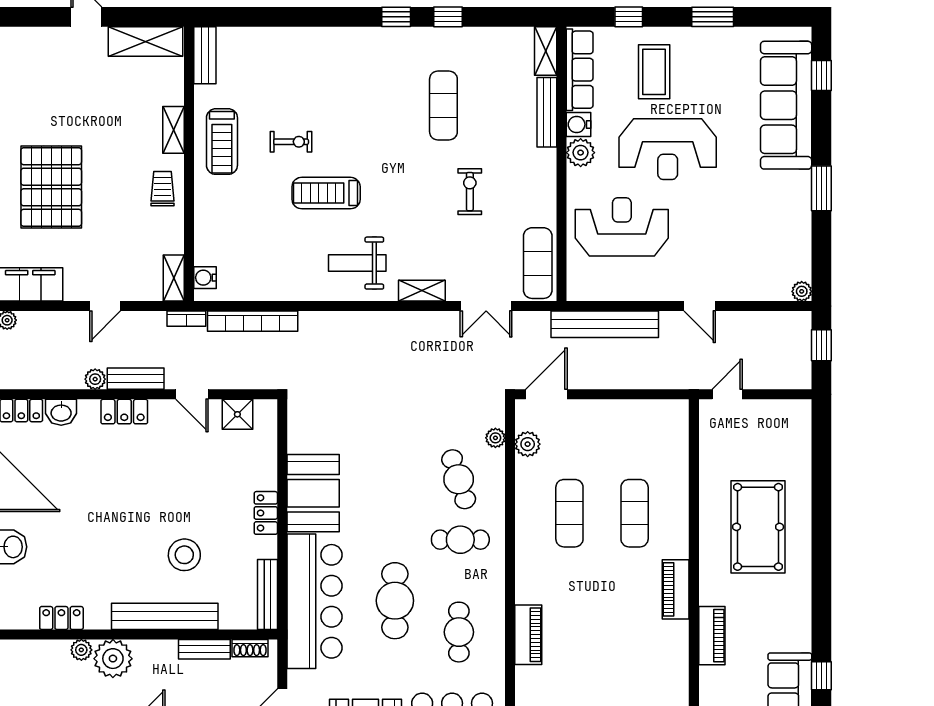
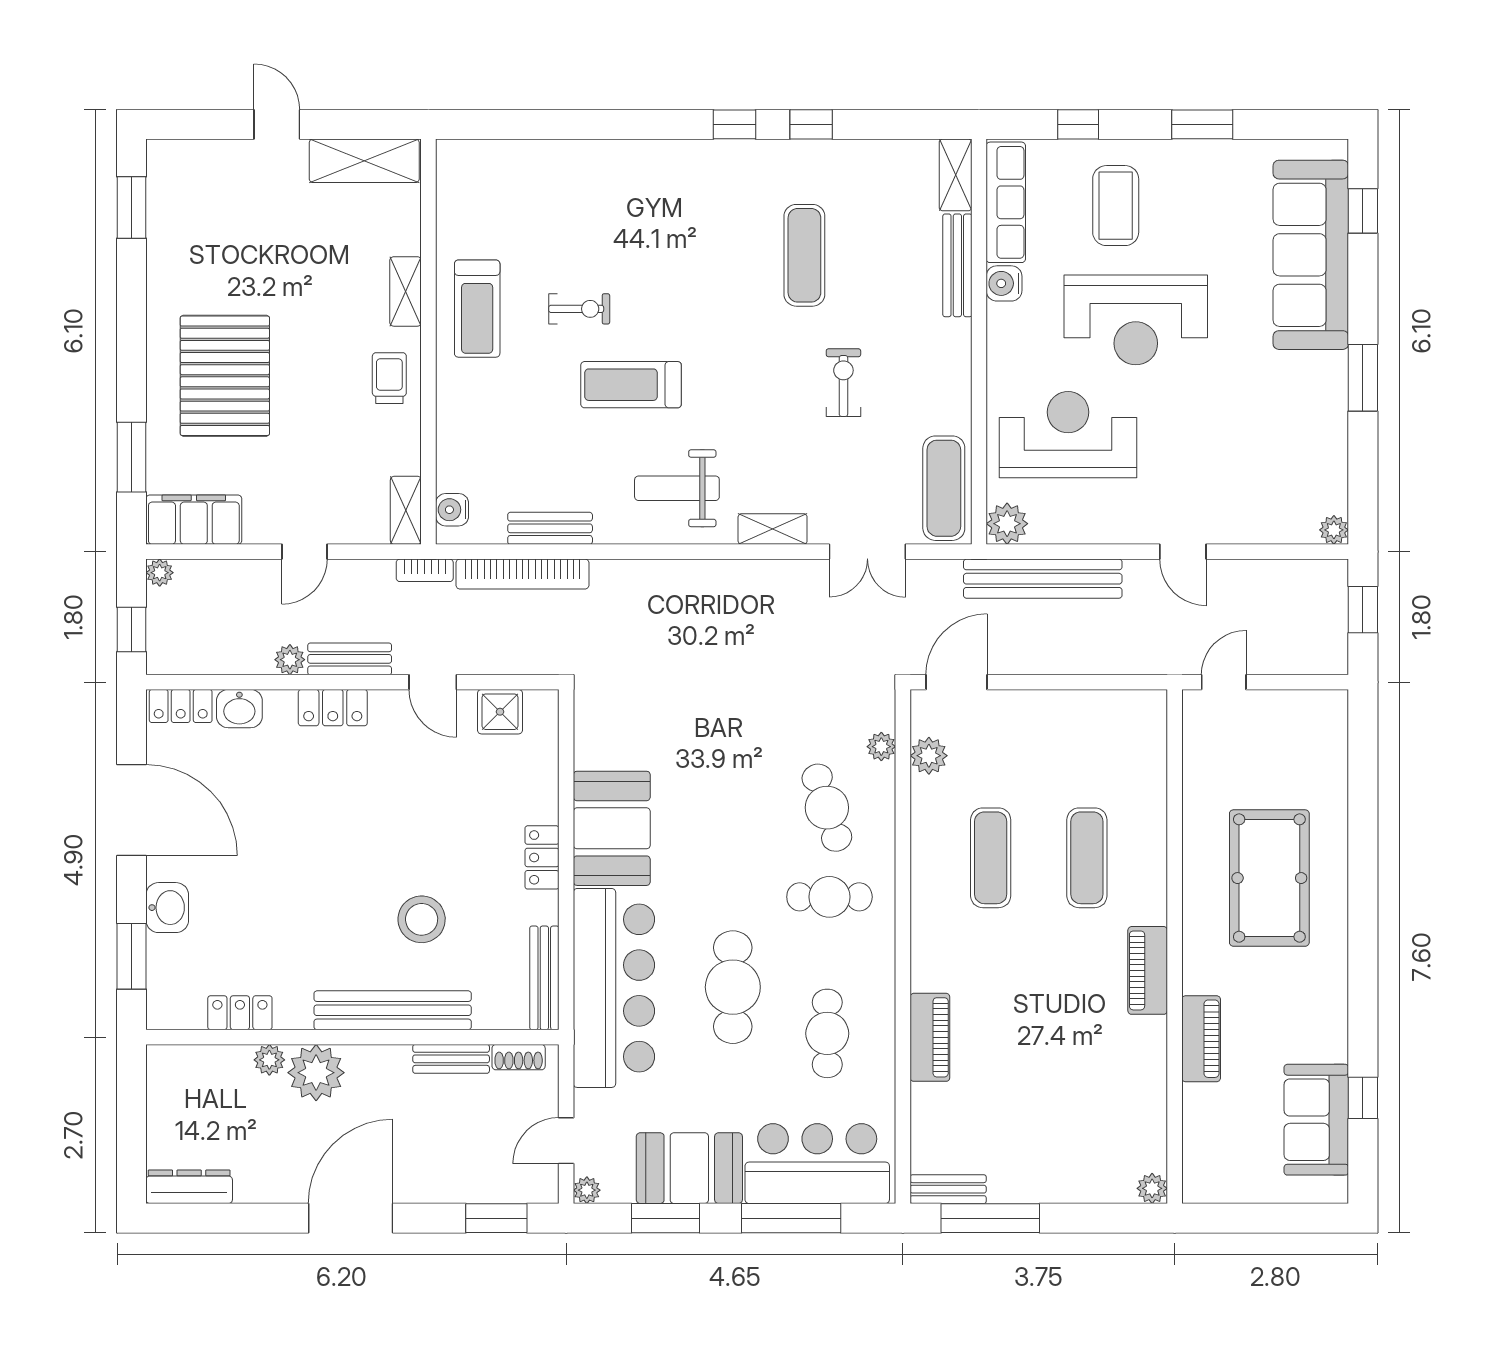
bench: (205, 55) -> (550, 528), moved, turned 90
plant: (581, 153) -> (1007, 524), moved

